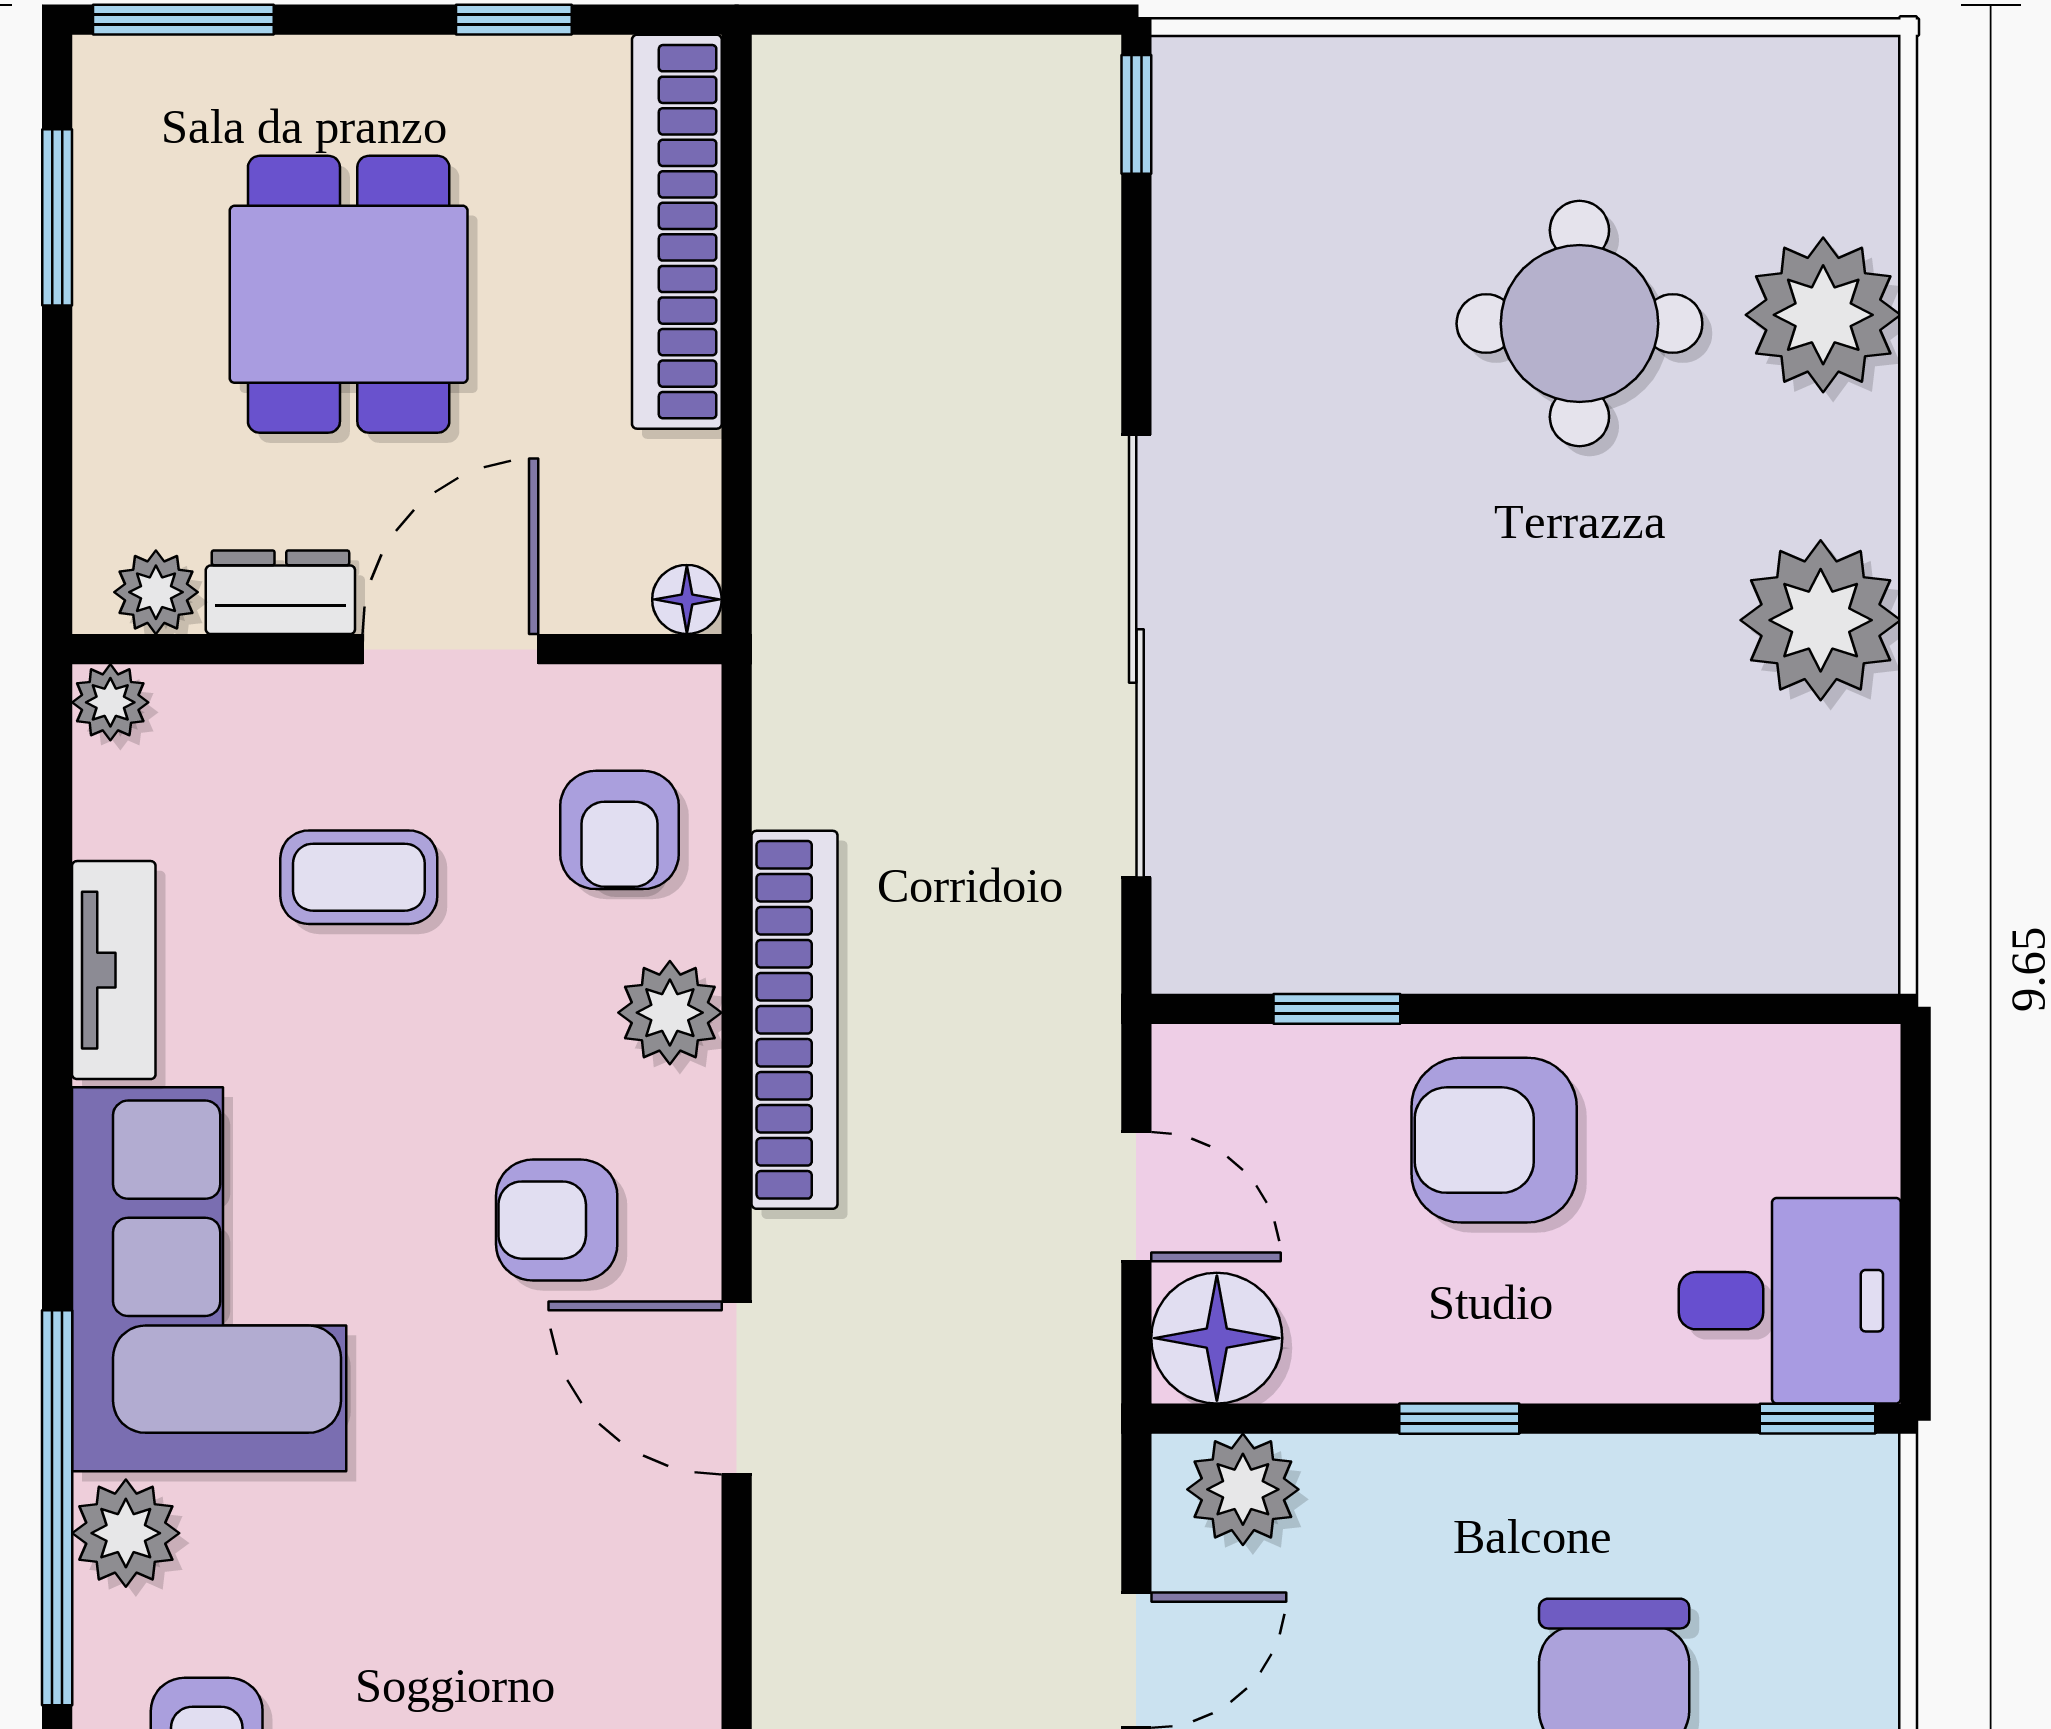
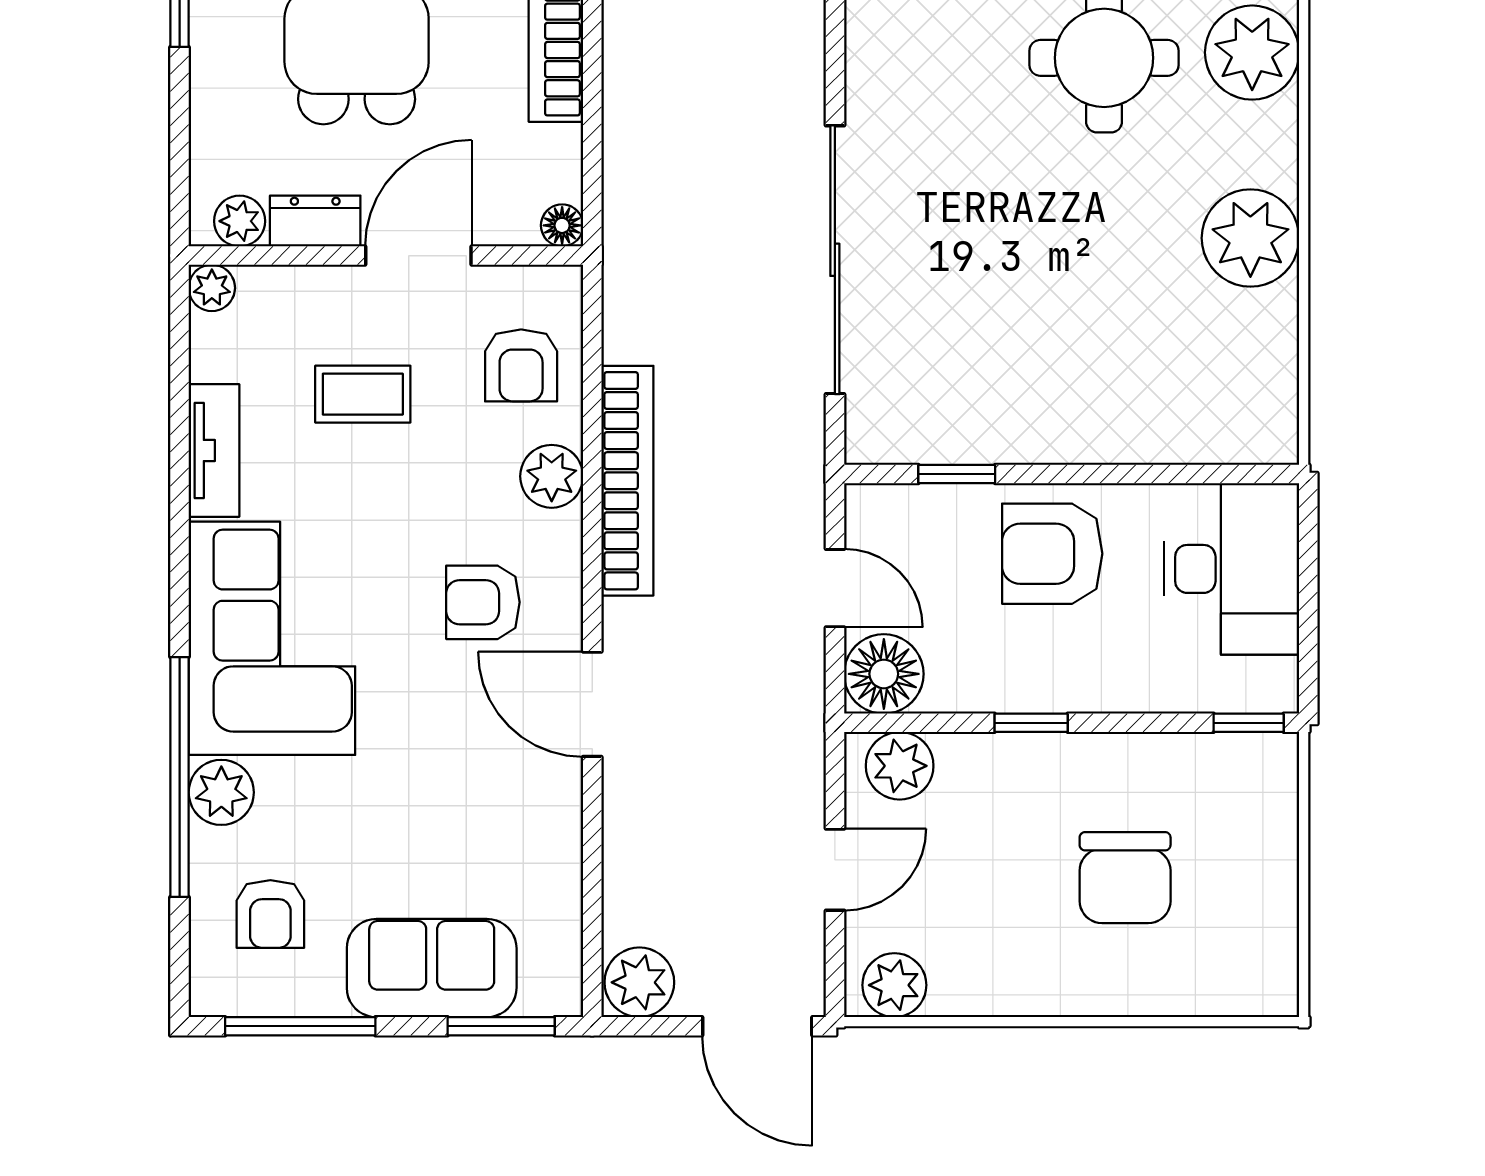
desk: (1790, 1301) -> (1232, 569), moved, width x1.37

